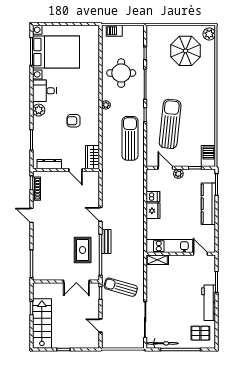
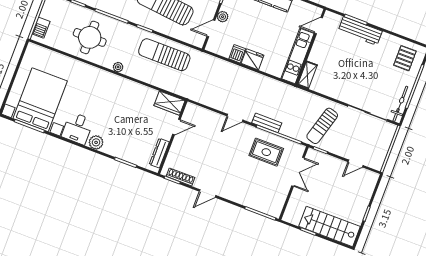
armchair: (74, 121) -> (122, 109), removed
workbench: (209, 303) -> (360, 31), moved

